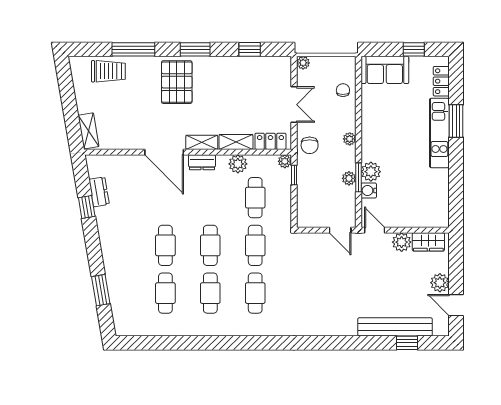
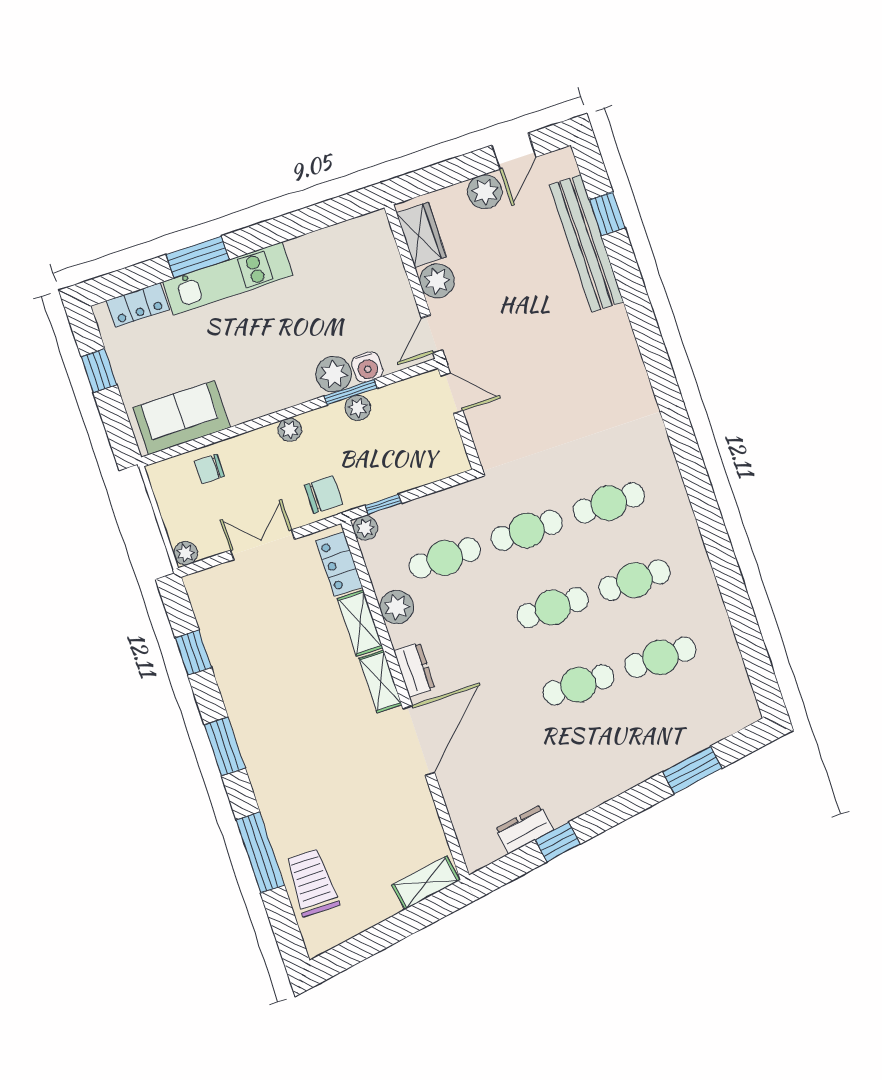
sofa: (385, 70) -> (181, 418), moved, turned -90
pallet: (177, 82) -> (291, 759), removed
door: (340, 230) -> (452, 393), hinge flipped

